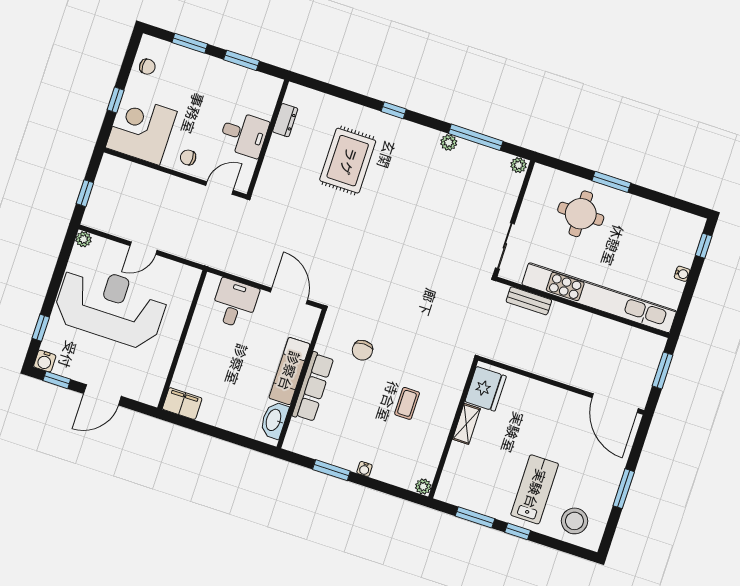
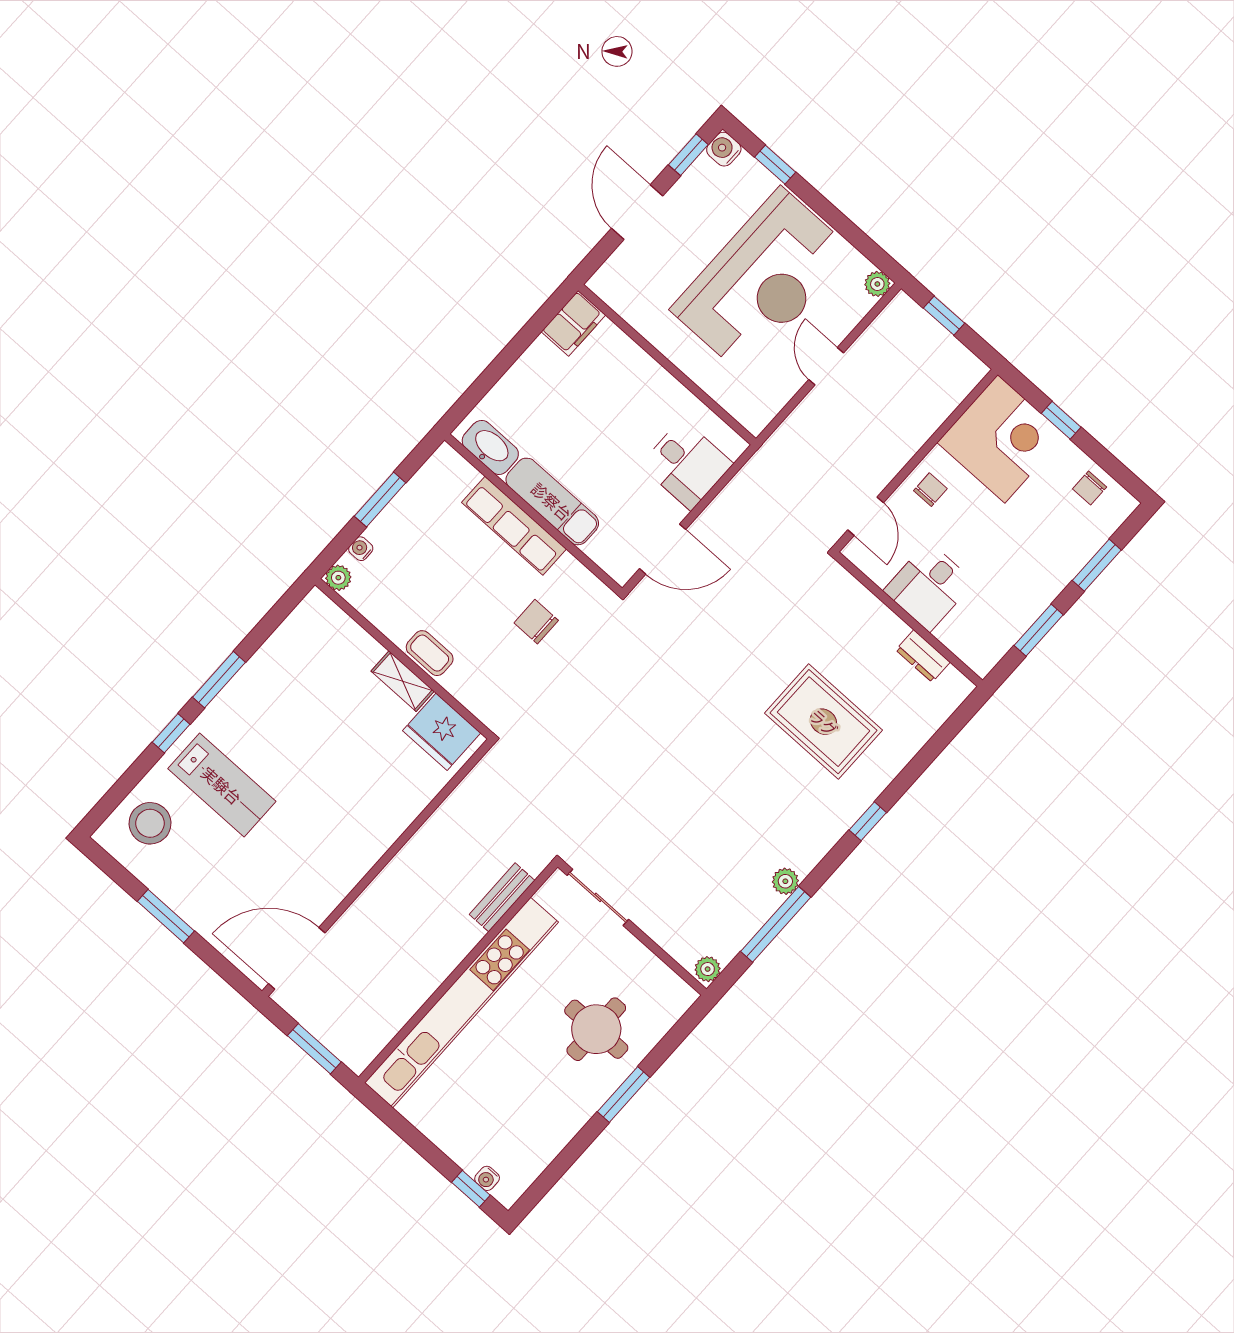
water cooler: (682, 274) -> (487, 1178), moved
fridge: (486, 389) -> (442, 732), moved
shelving: (466, 424) -> (403, 681), moved
wall: (453, 429) -> (404, 659), moved
plant: (423, 487) -> (338, 578), moved

